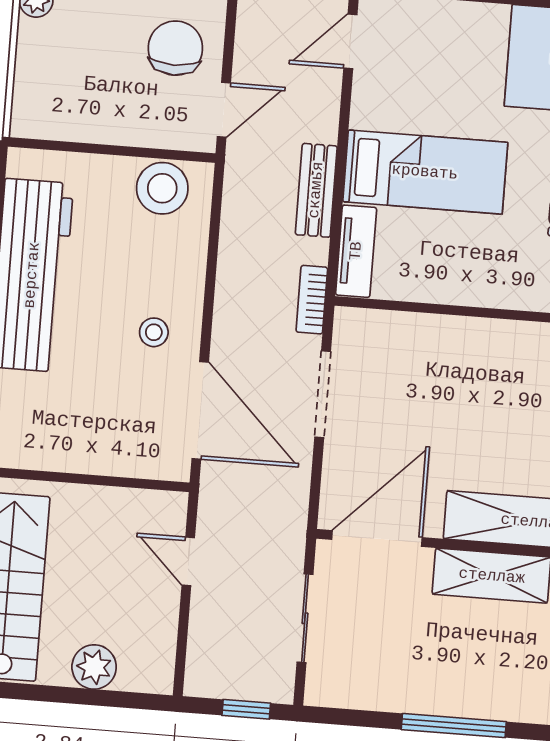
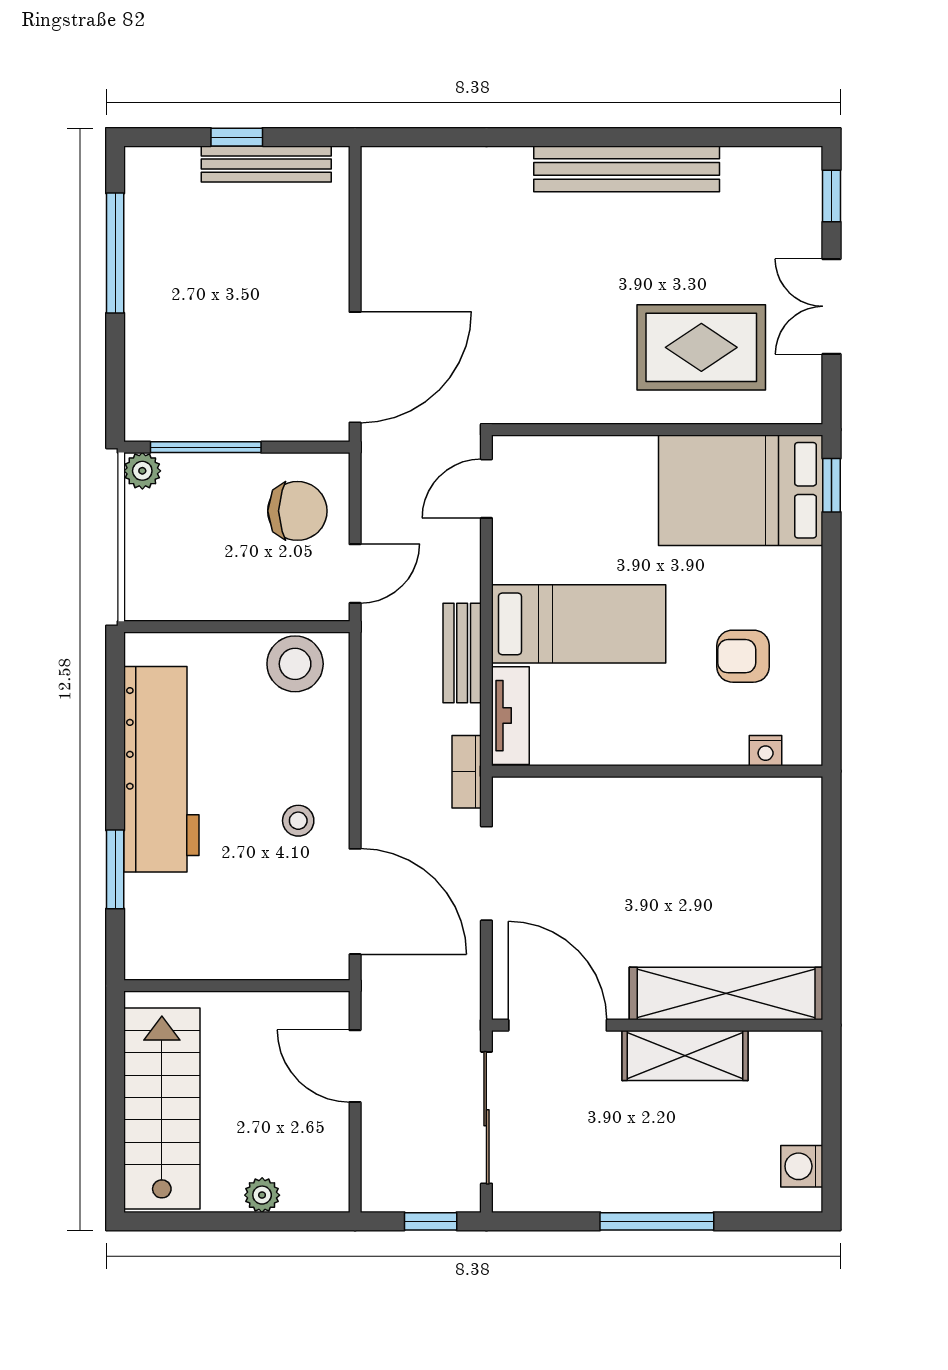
chair: (175, 48) -> (297, 511), turned 90
door: (377, 539) -> (558, 1025), hinge flipped
door: (188, 561) -> (355, 1066), width x1.38
sliding door: (305, 618) -> (486, 1118), width x1.37
plant: (94, 667) -> (262, 1195), width x0.73, depth x0.73

